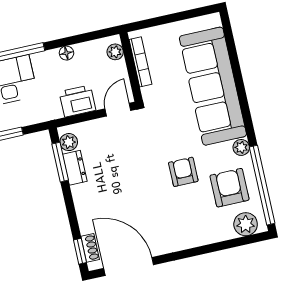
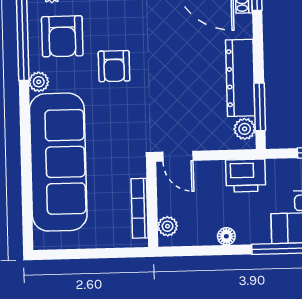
printer: (77, 101) -> (246, 176), moved
door: (118, 110) -> (178, 156), hinge flipped
dresser: (75, 168) -> (240, 78), width x1.96, depth x1.24

